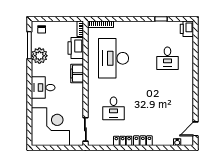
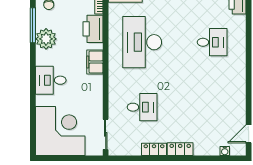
desk: (167, 58) -> (212, 42), turned -90
desk: (114, 108) -> (142, 107), turned -90

